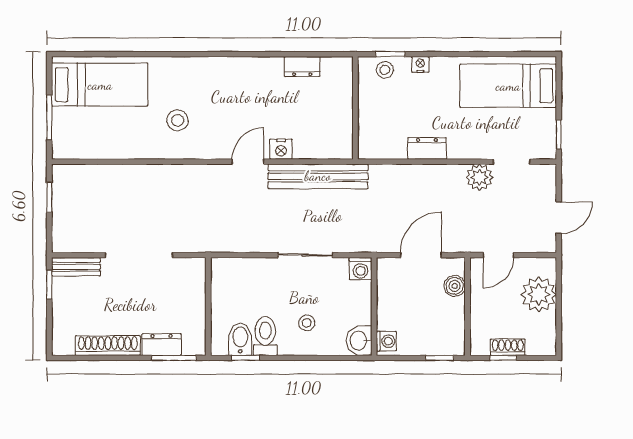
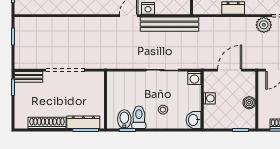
boiler: (455, 286) -> (249, 103), moved
washing machine: (386, 341) -> (209, 98), moved
dresser: (162, 345) -> (83, 122), width x1.44

